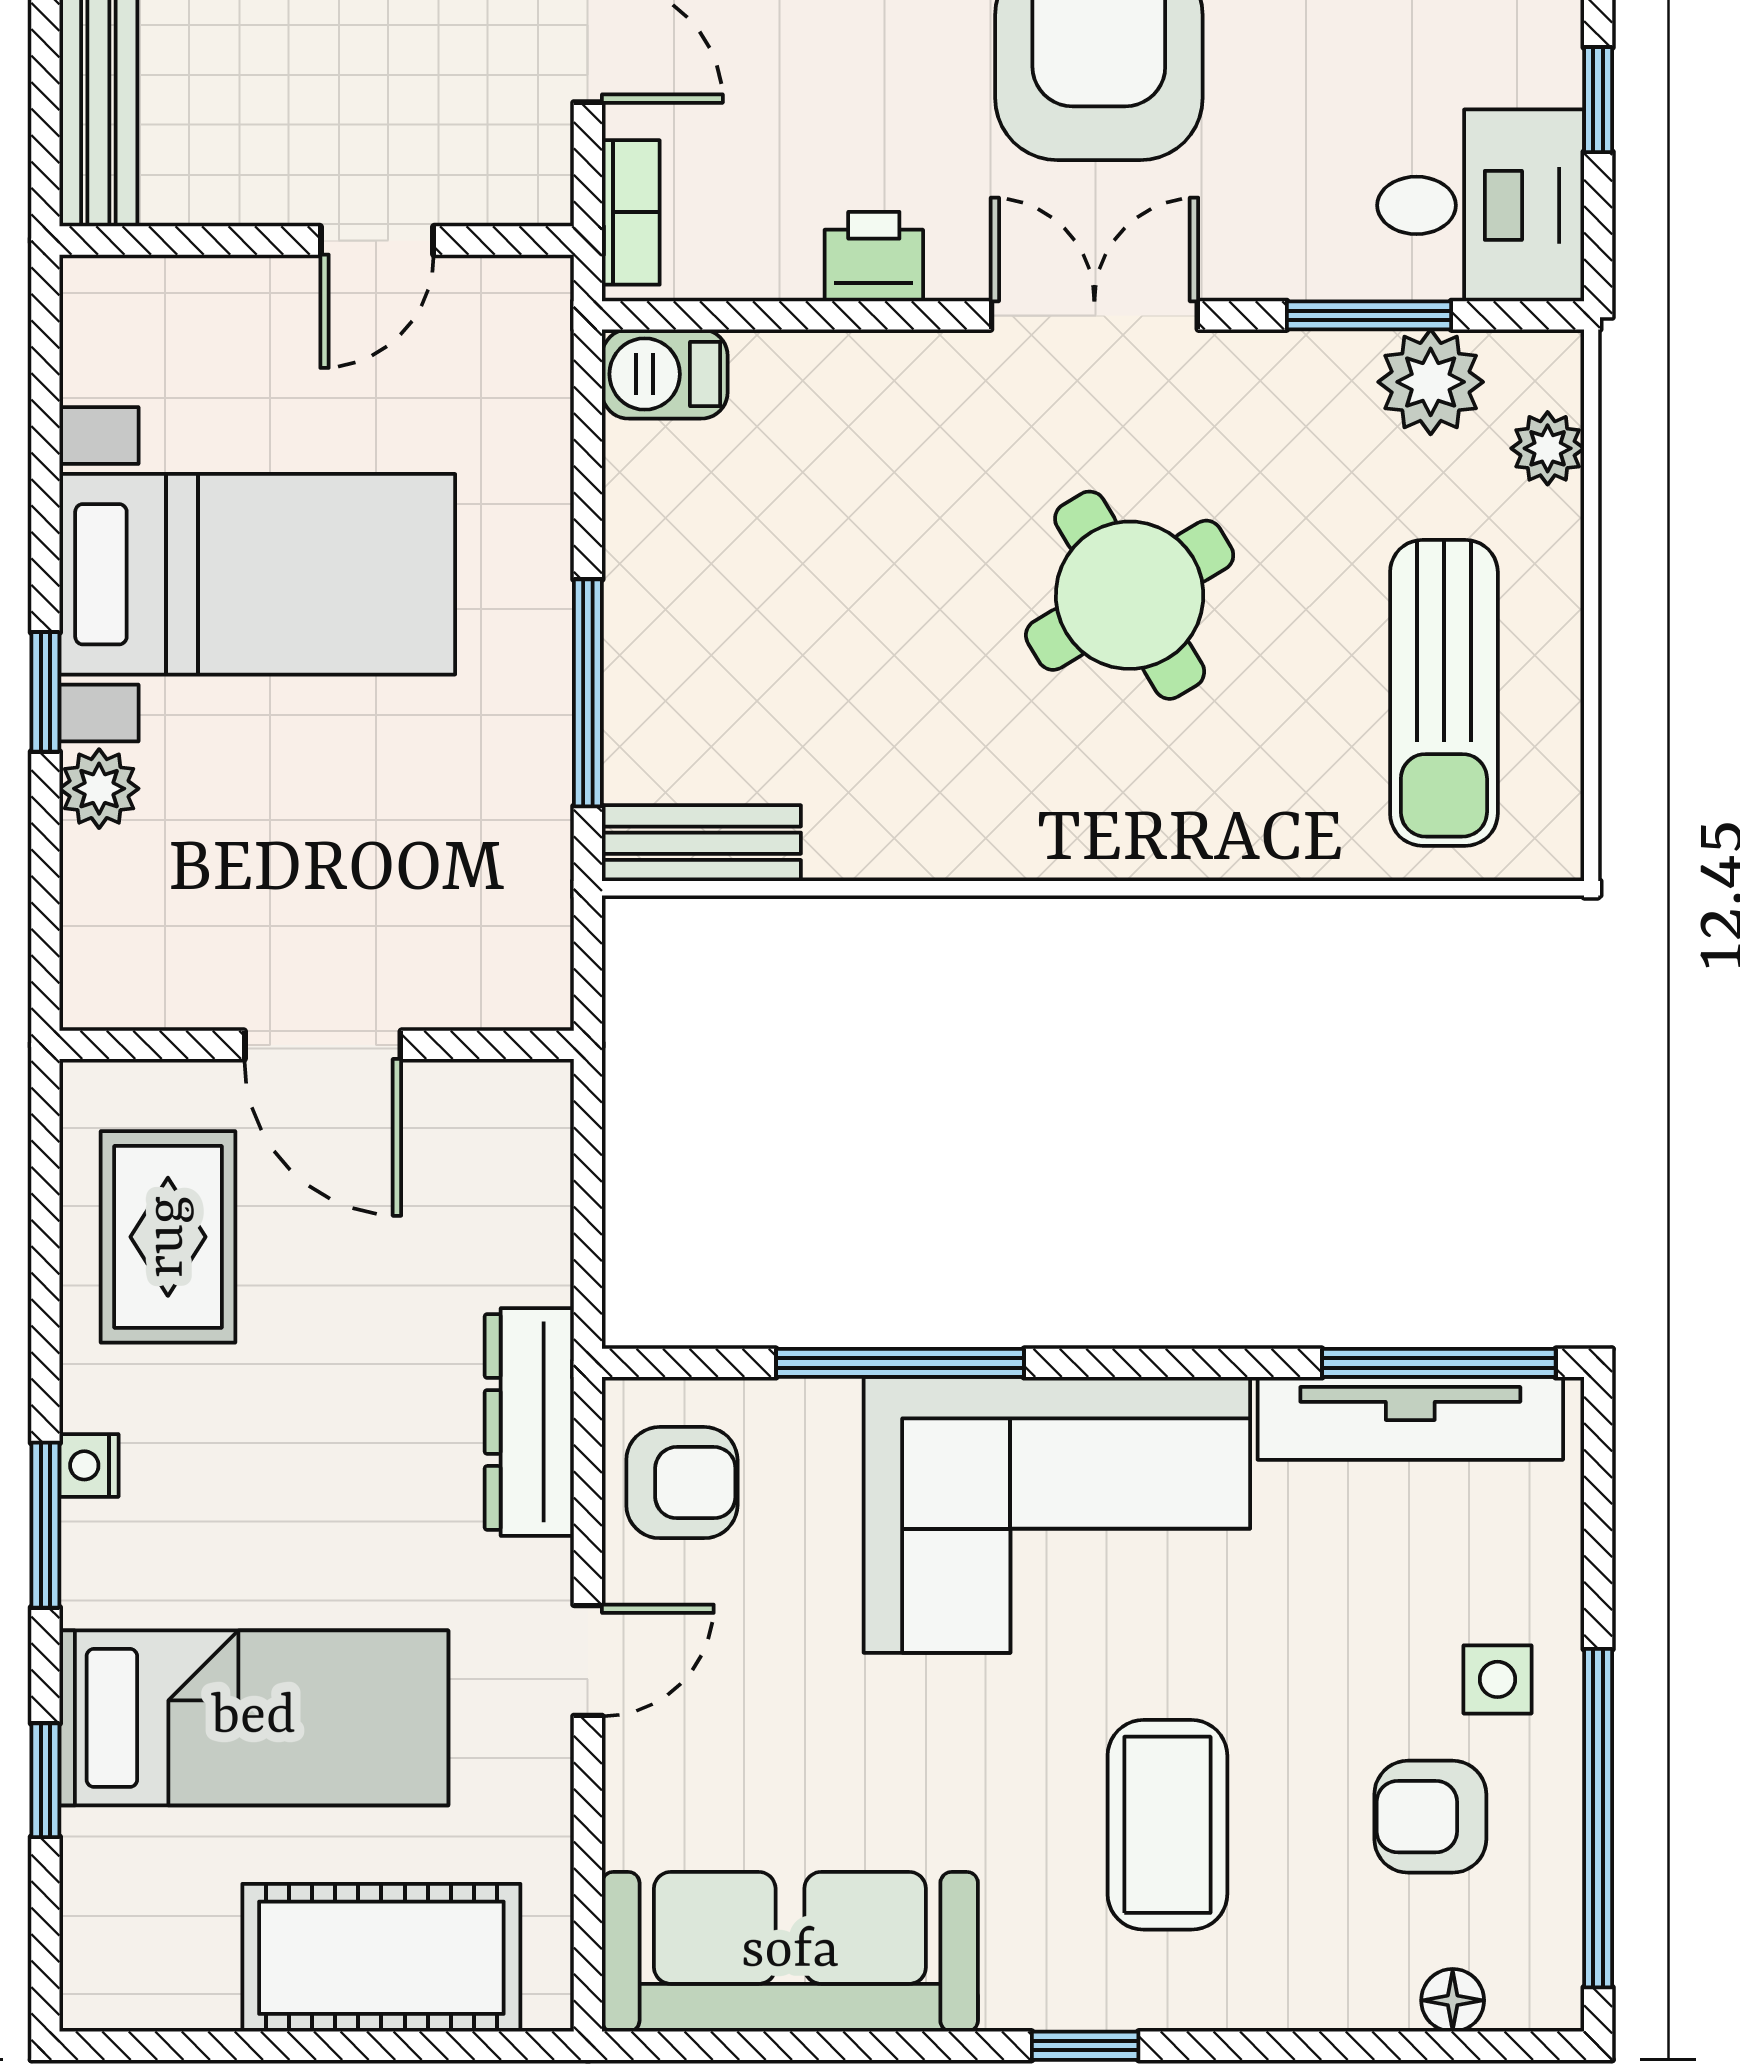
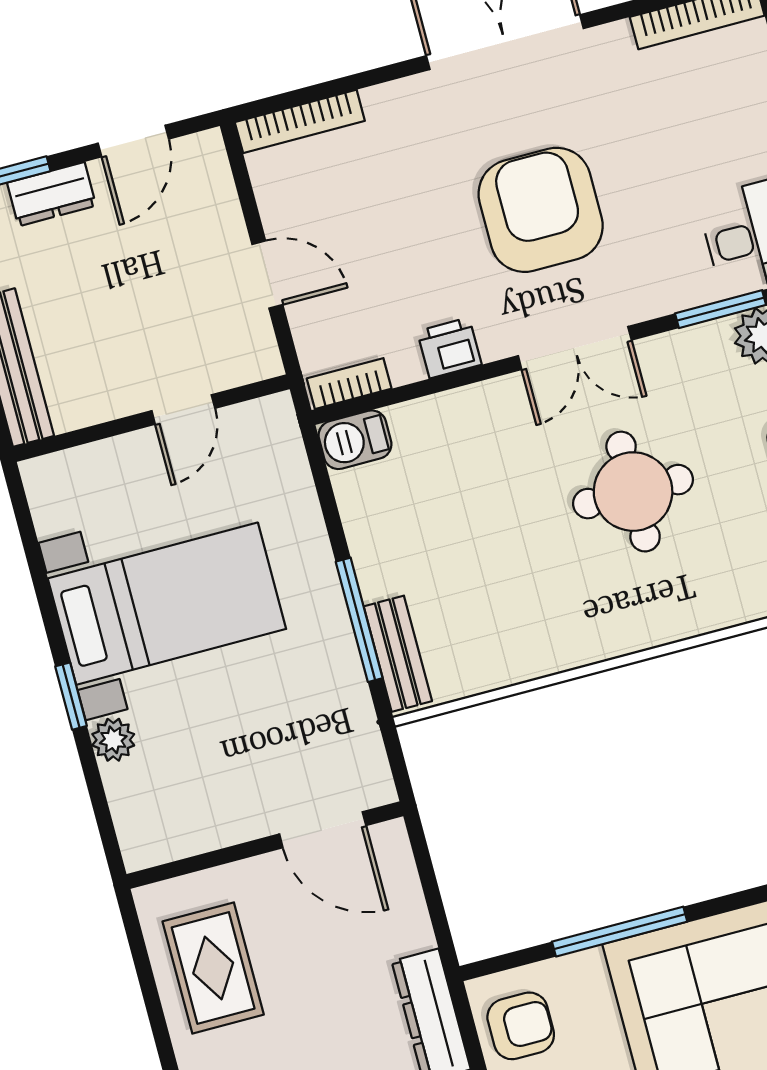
bookcase: (631, 212) -> (349, 384), moved, turned -90
double door: (1094, 315) -> (575, 348), swing flipped
round table: (1130, 595) -> (633, 492), turned 31
bench: (701, 843) -> (398, 654), moved, turned 90
door: (323, 1045) -> (323, 830), moved

